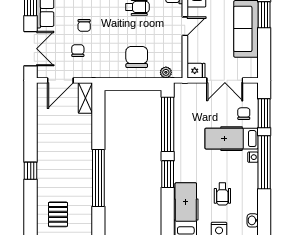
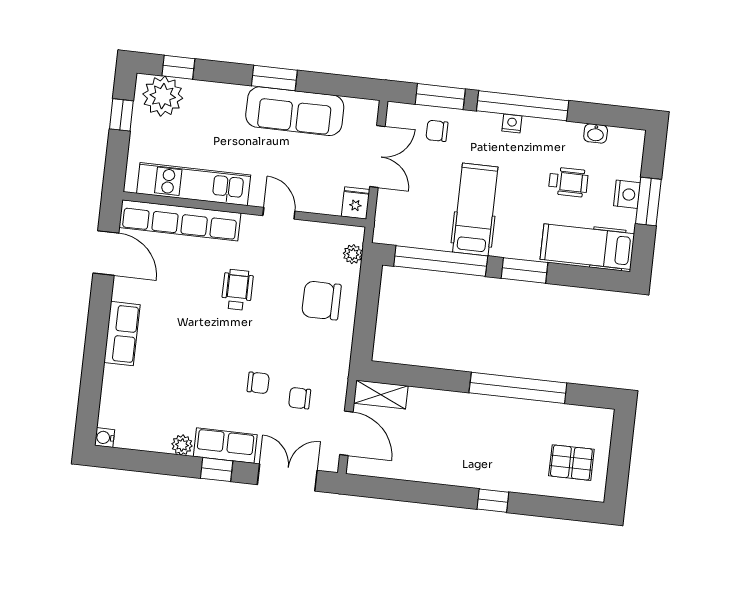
hospital bed: (232, 139) -> (475, 209), moved, turned 180
washbasin: (253, 220) -> (596, 133), moved

